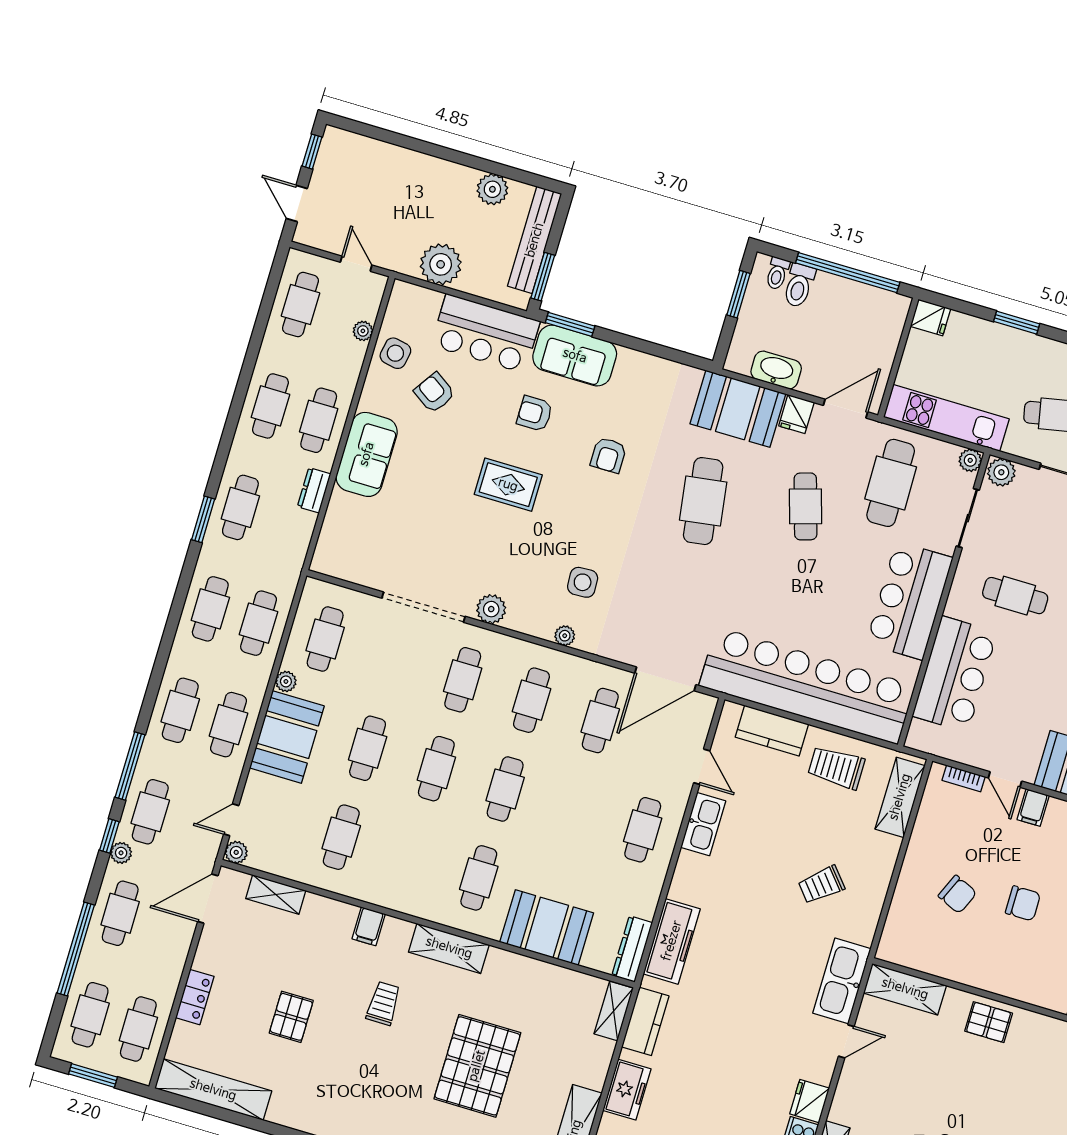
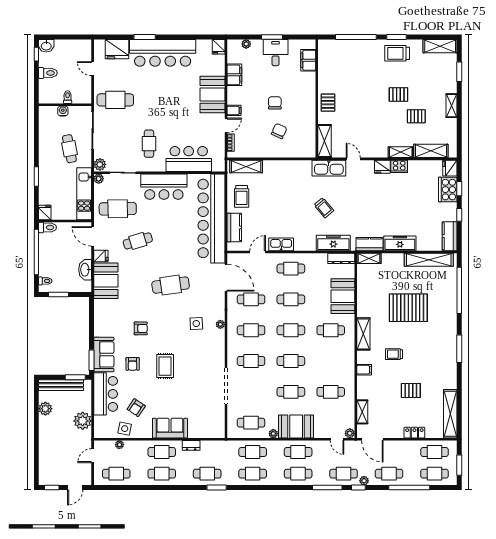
toilet: (799, 285) -> (48, 227), moved
cafe table: (703, 501) -> (171, 285), moved
plant: (491, 609) -> (218, 358), removed
cafe table: (574, 809) -> (291, 299), added
trolley: (821, 885) -> (324, 208), moved
freezer: (627, 1090) -> (400, 243), width x1.40

